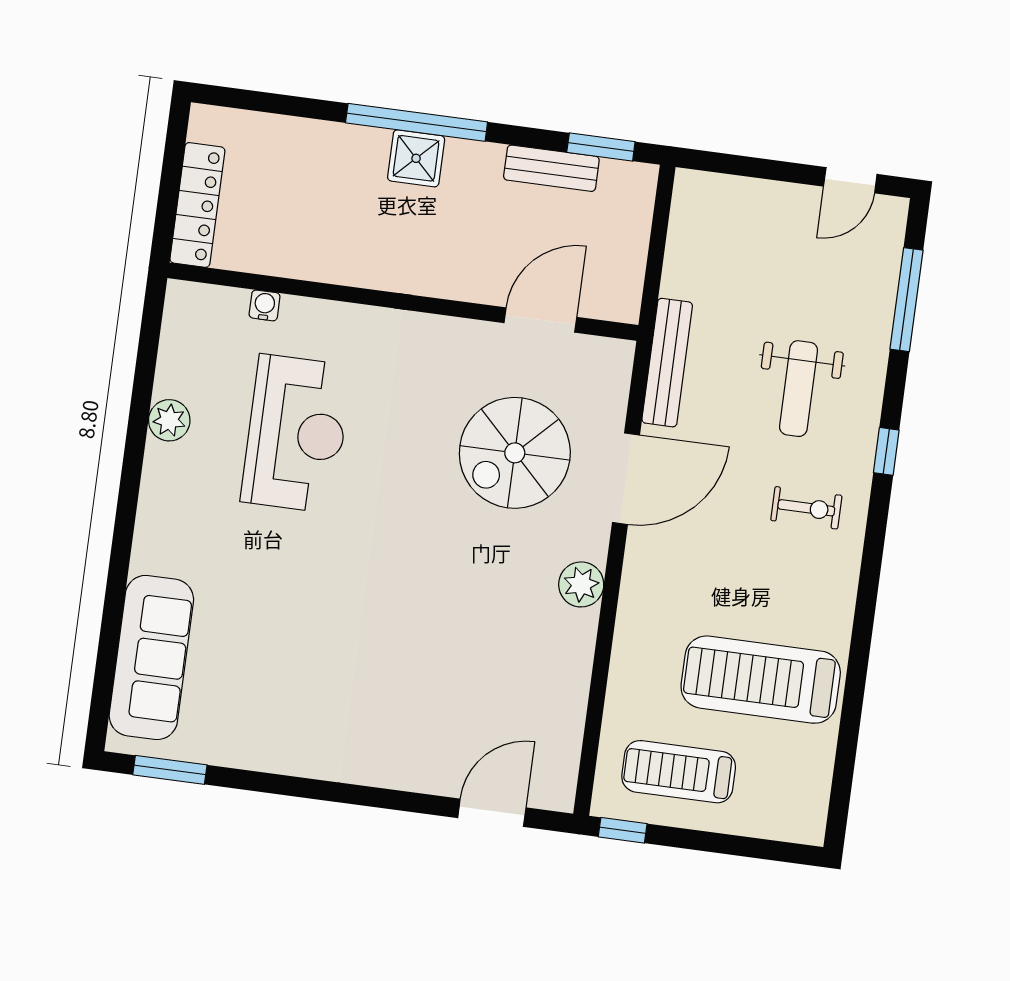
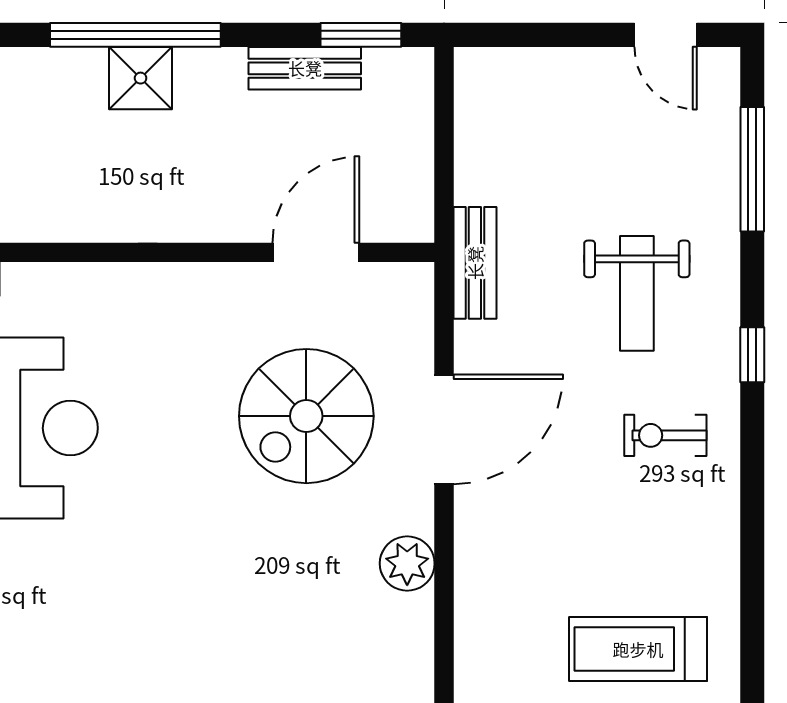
door: (850, 180) -> (666, 35), hinge flipped
bench: (667, 363) -> (475, 263), width x0.73
exercise bike: (806, 508) -> (665, 435), turned 180
treadmill: (761, 680) -> (638, 649), width x0.73, depth x0.73

